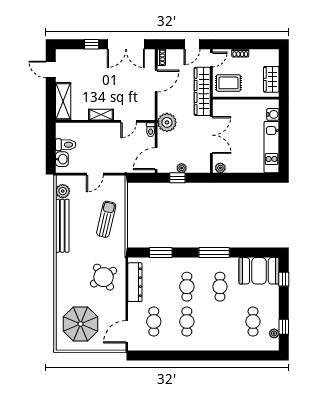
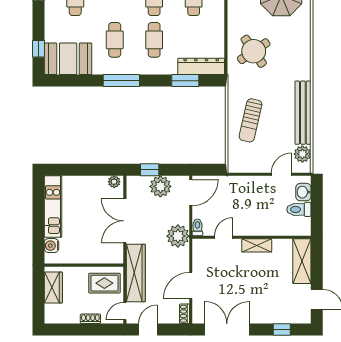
window: (92, 44) -> (282, 329), moved
plant: (182, 168) -> (160, 186), width x1.88, depth x1.88
door: (95, 174) -> (281, 174), moved
window: (177, 178) -> (150, 170), moved
dresser: (135, 282) -> (201, 66), moved, turned 90

